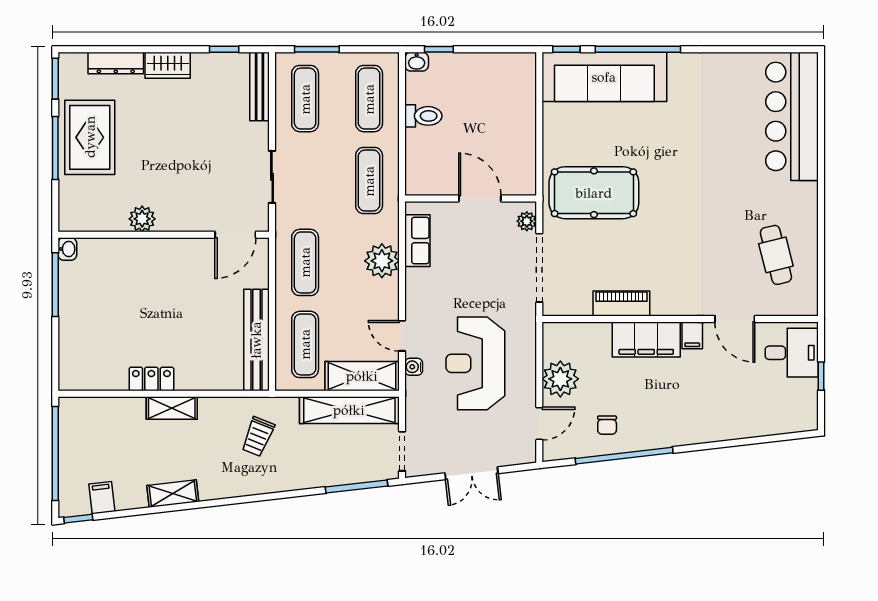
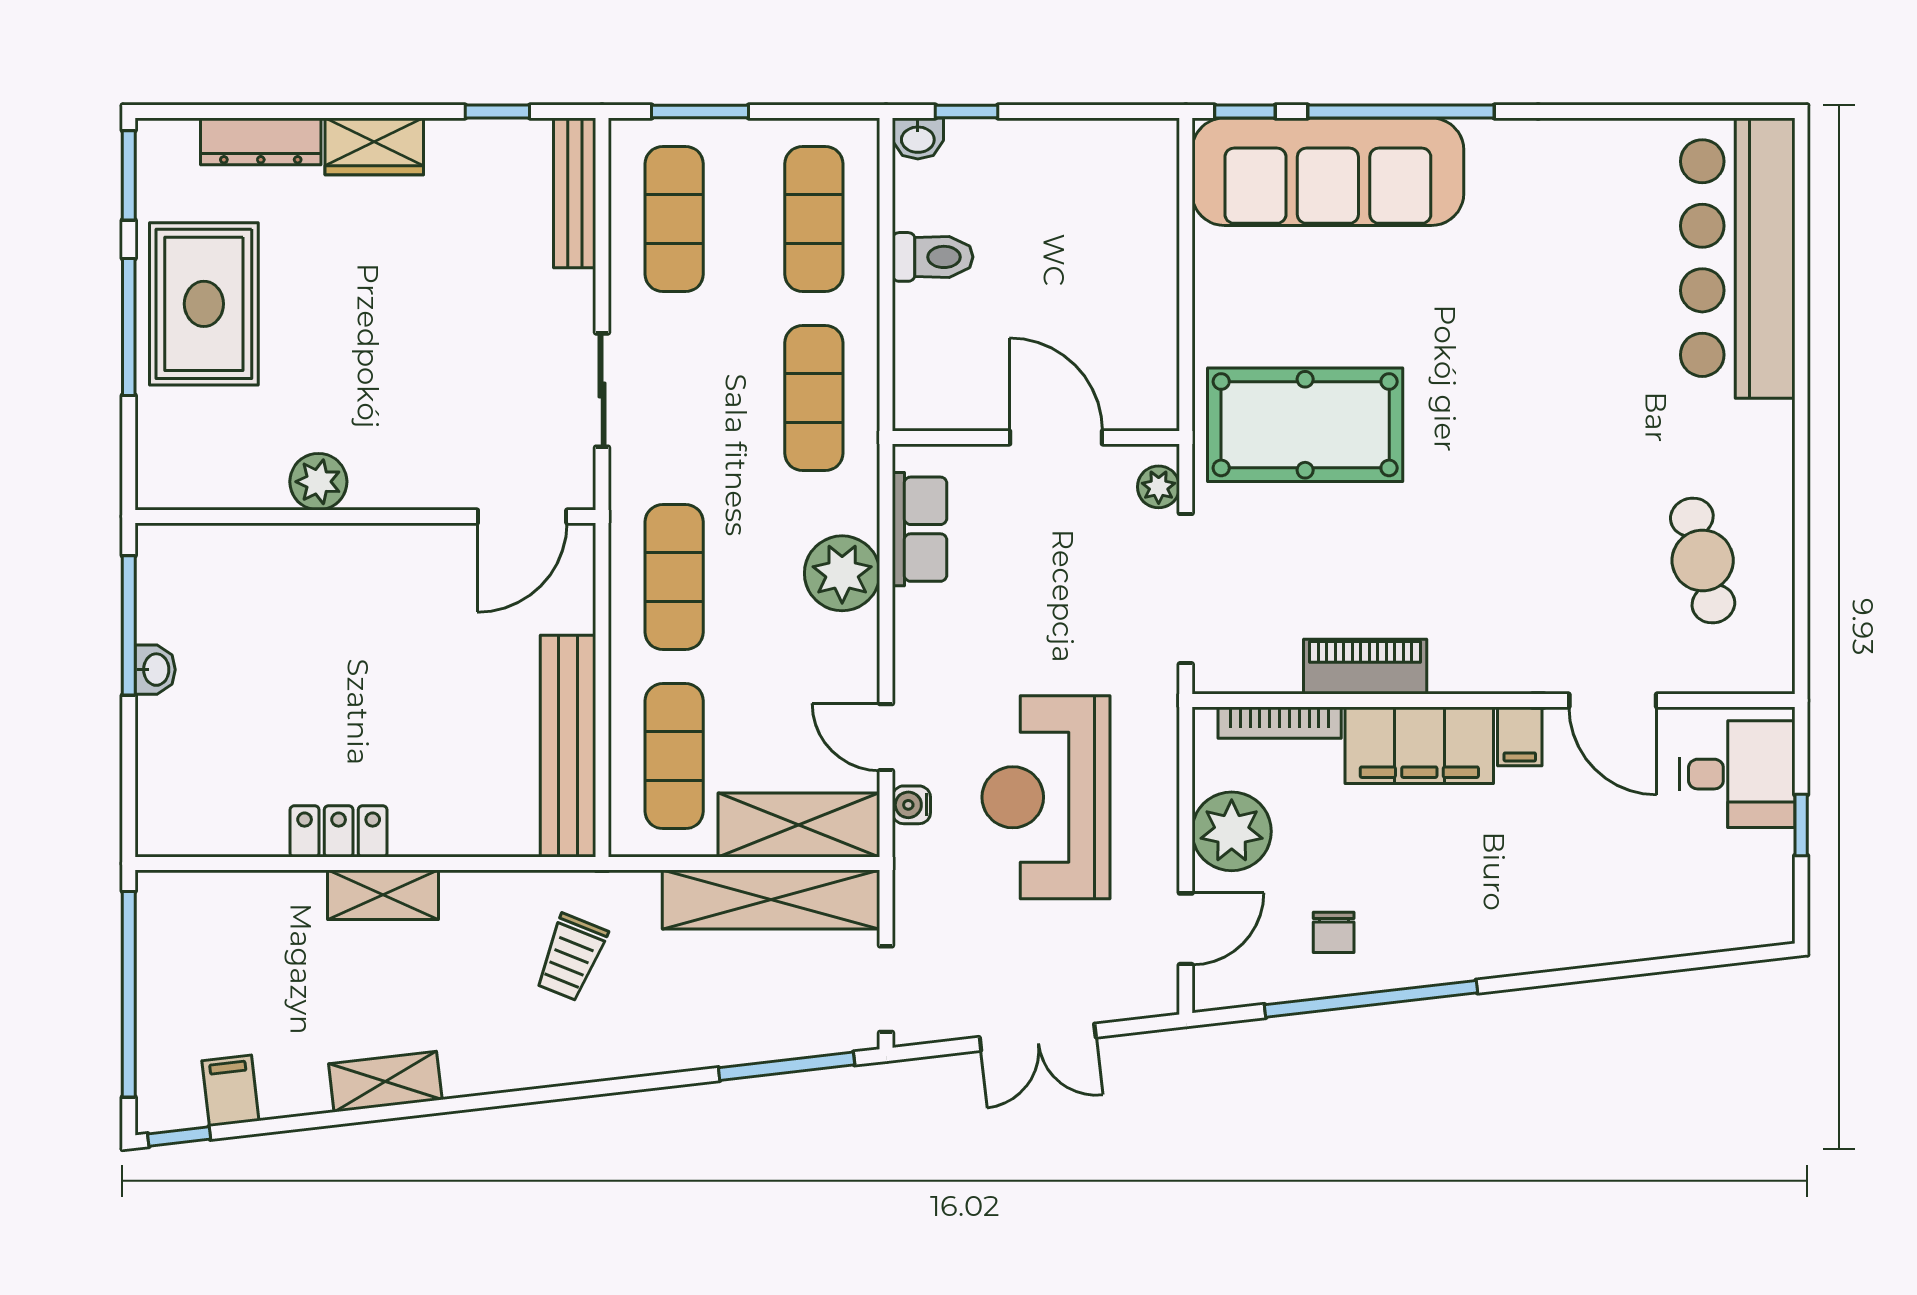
washbasin: (67, 249) -> (155, 670), moved
bookcase: (582, 329) -> (1280, 723), added

